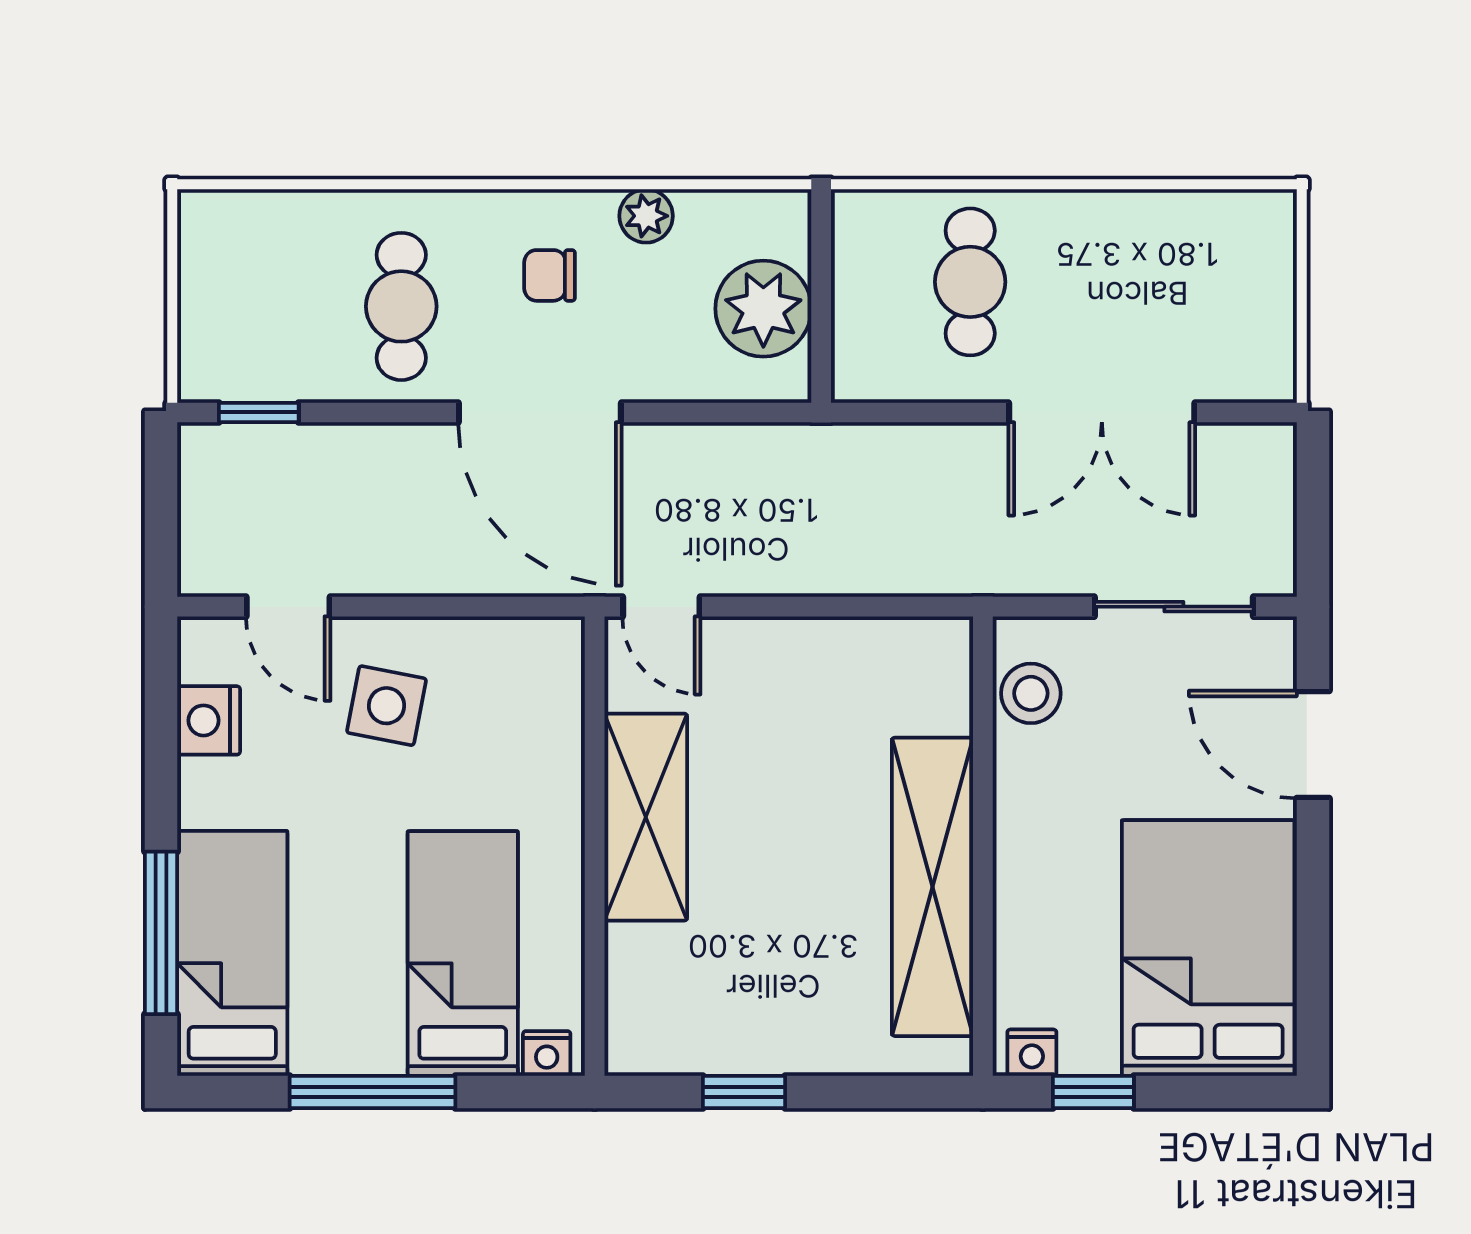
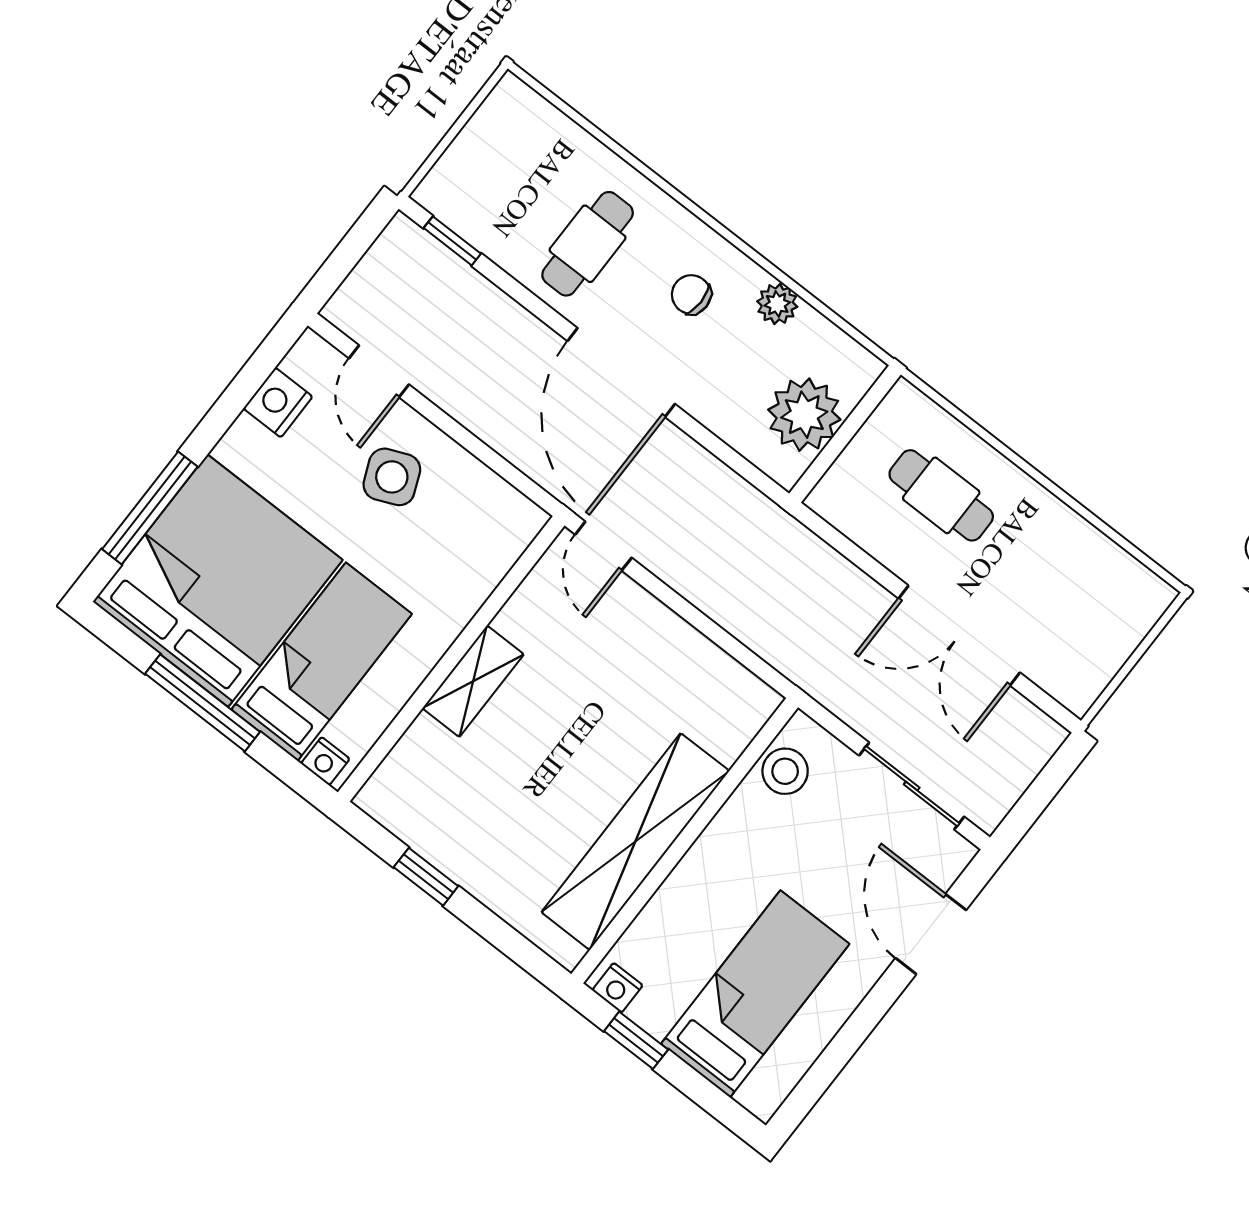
cafe table: (970, 282) -> (941, 495), turned 90
side table: (387, 706) -> (392, 477), turned -34
shelving: (646, 817) -> (473, 681), width x0.67, depth x0.75
bed: (1208, 948) -> (755, 994), width x0.67
bed: (232, 953) -> (218, 581), width x2.04

